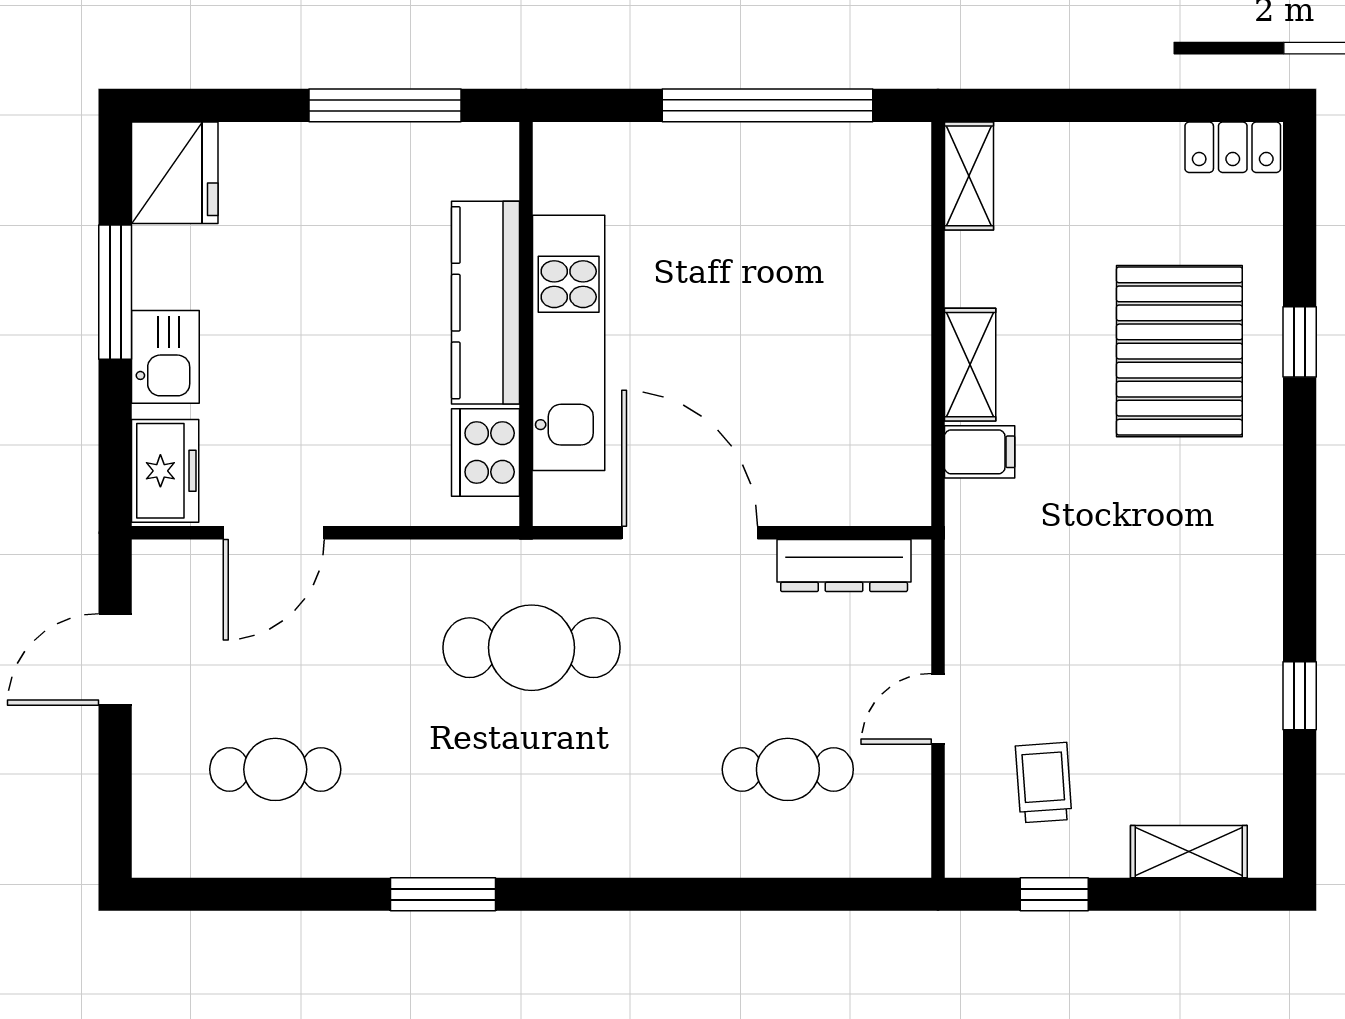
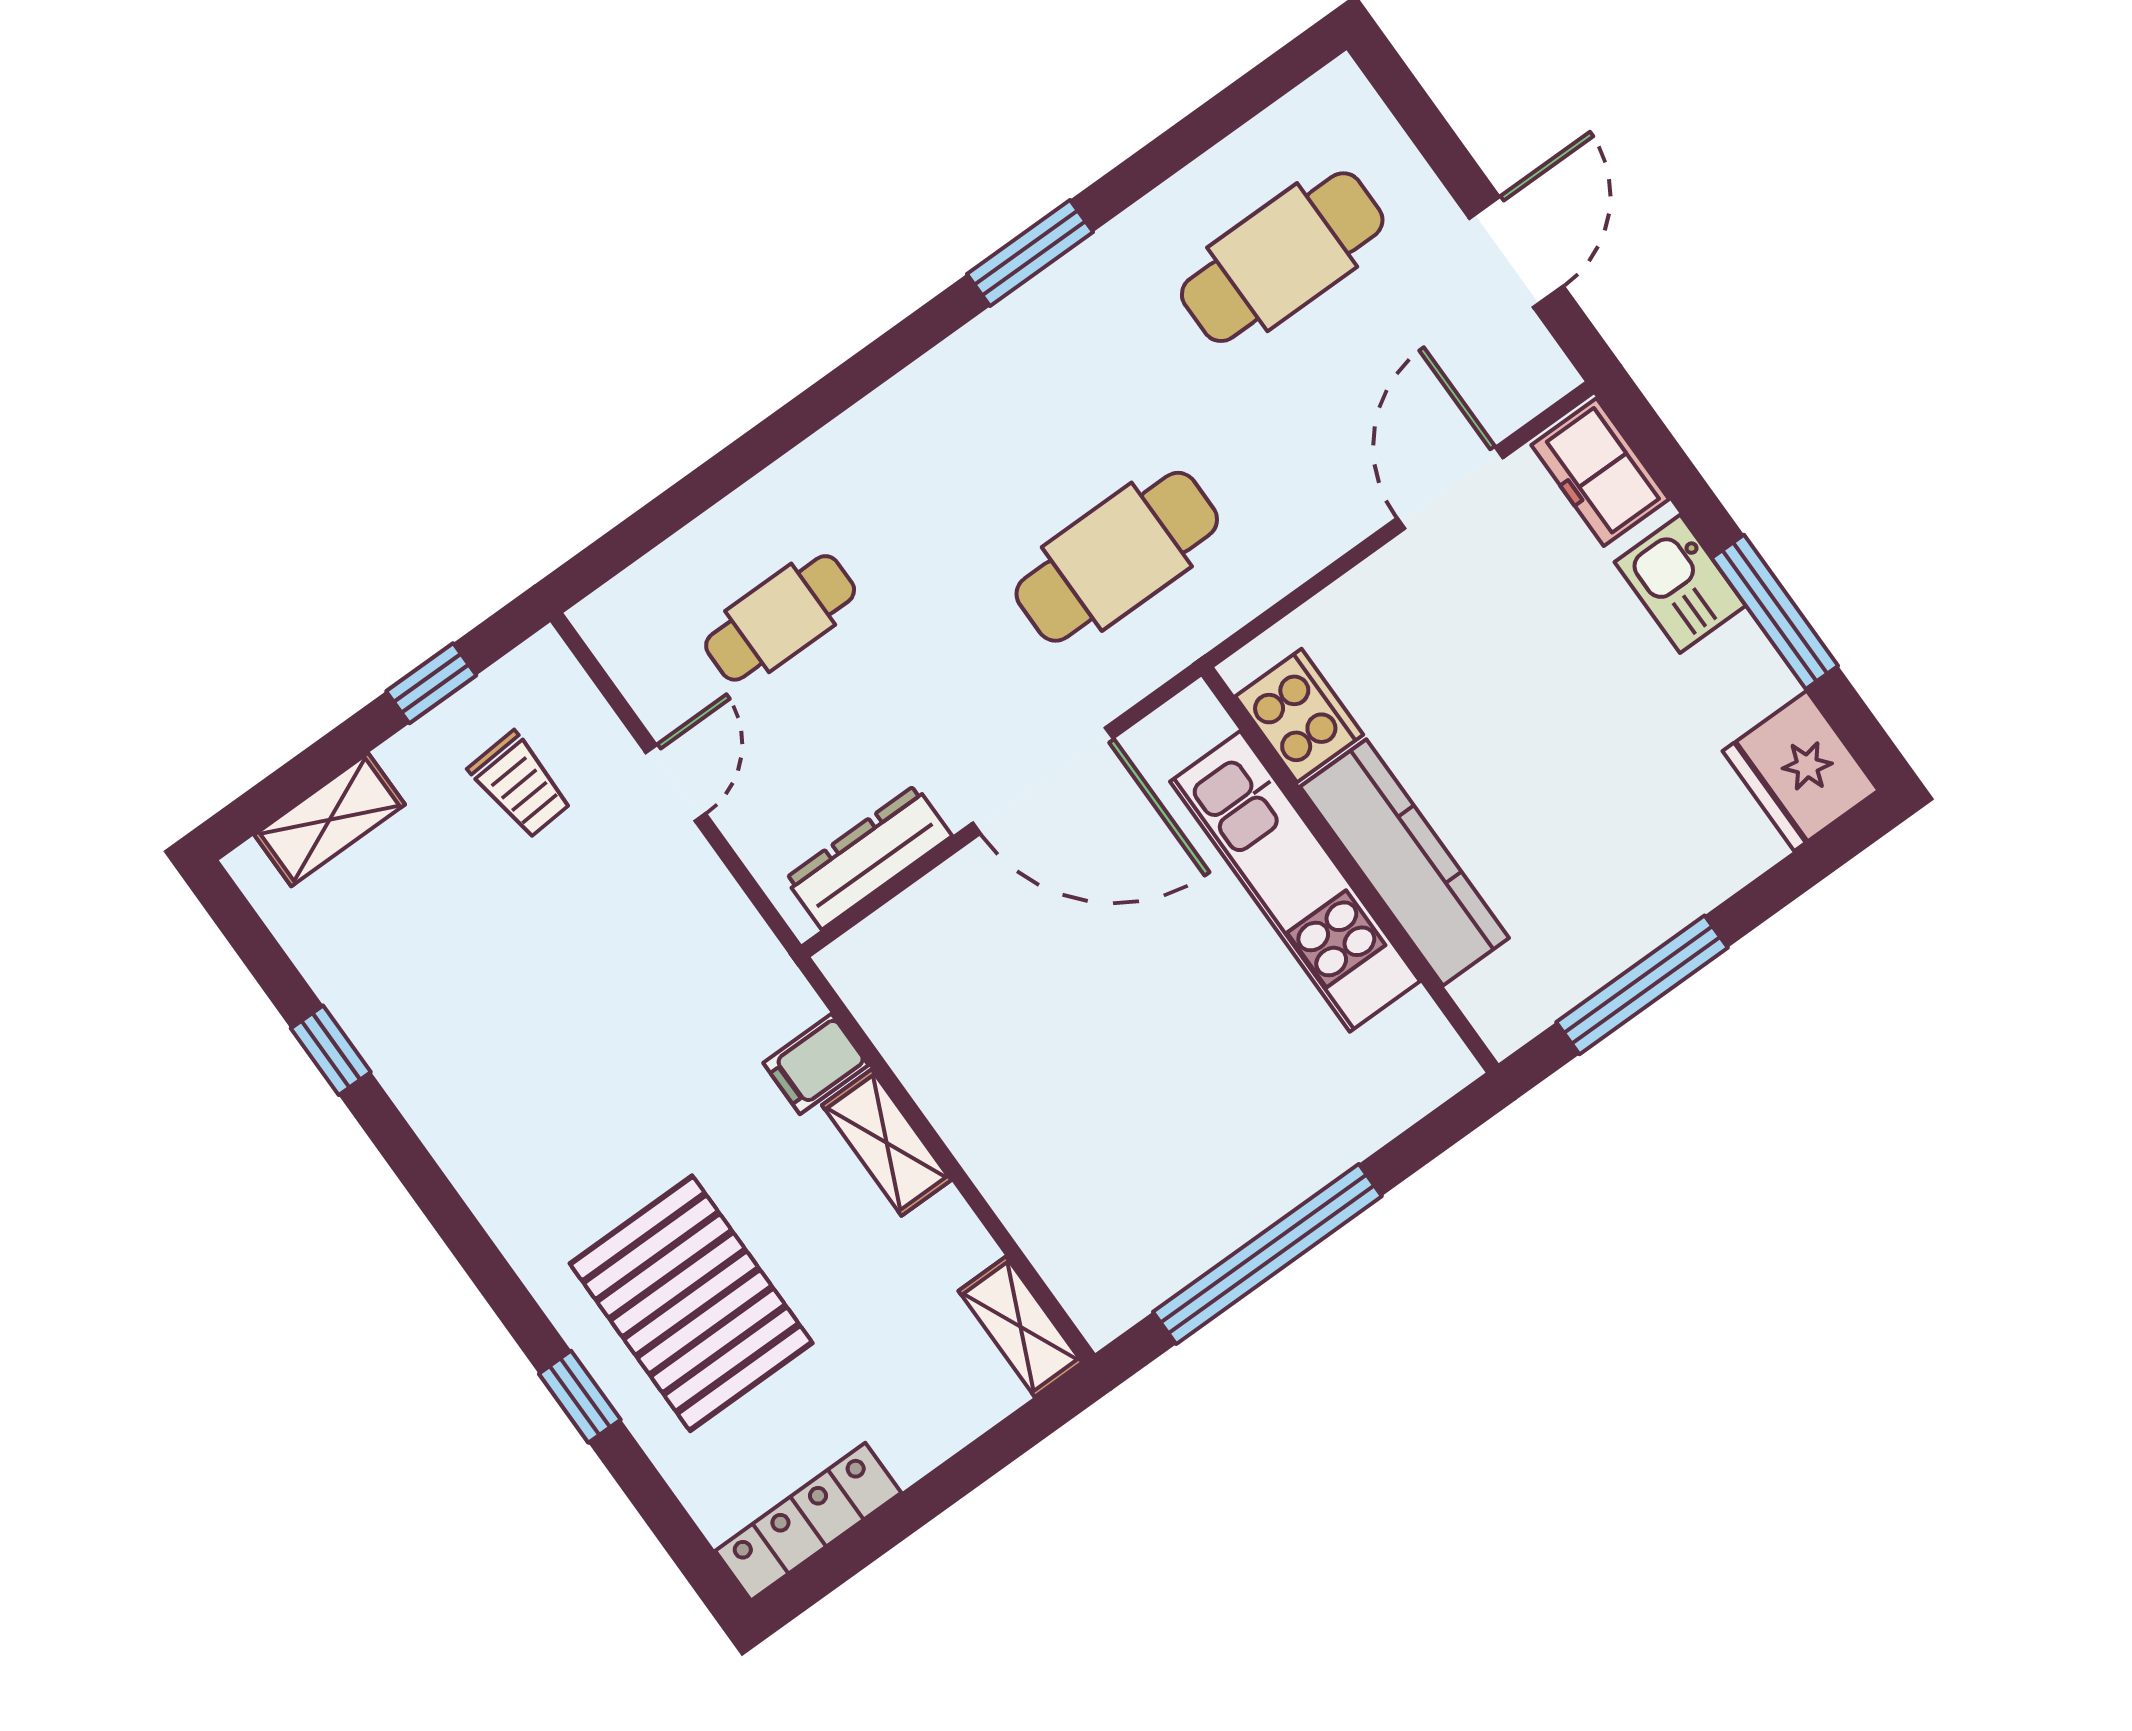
locker: (1233, 147) -> (808, 1522), width x1.53
cafe table: (275, 769) -> (1282, 257), width x1.37, depth x1.35

